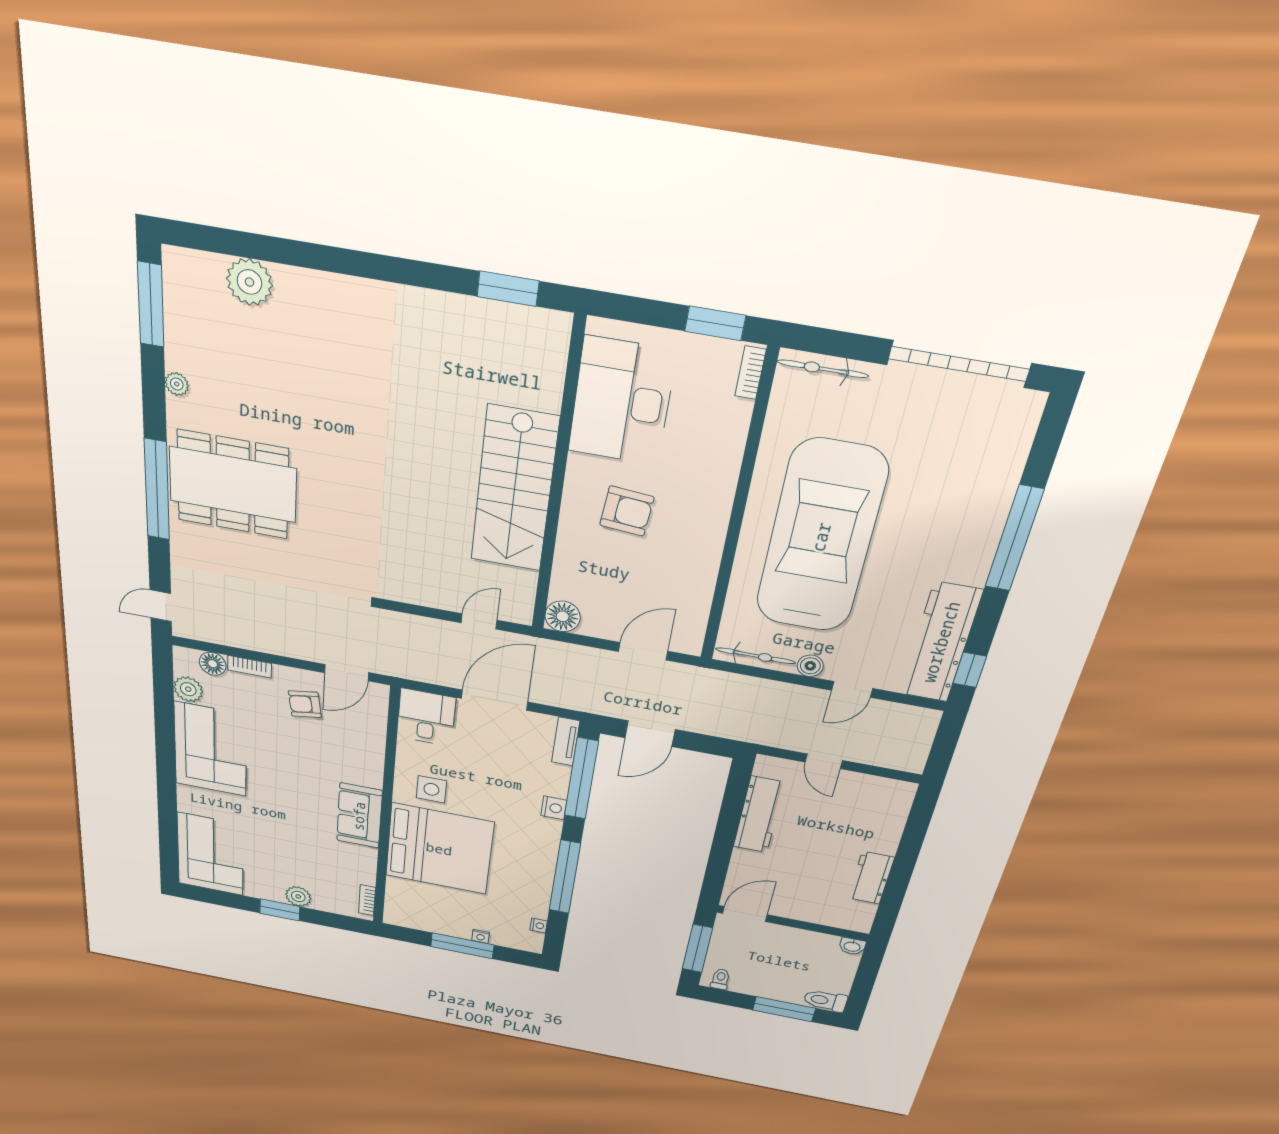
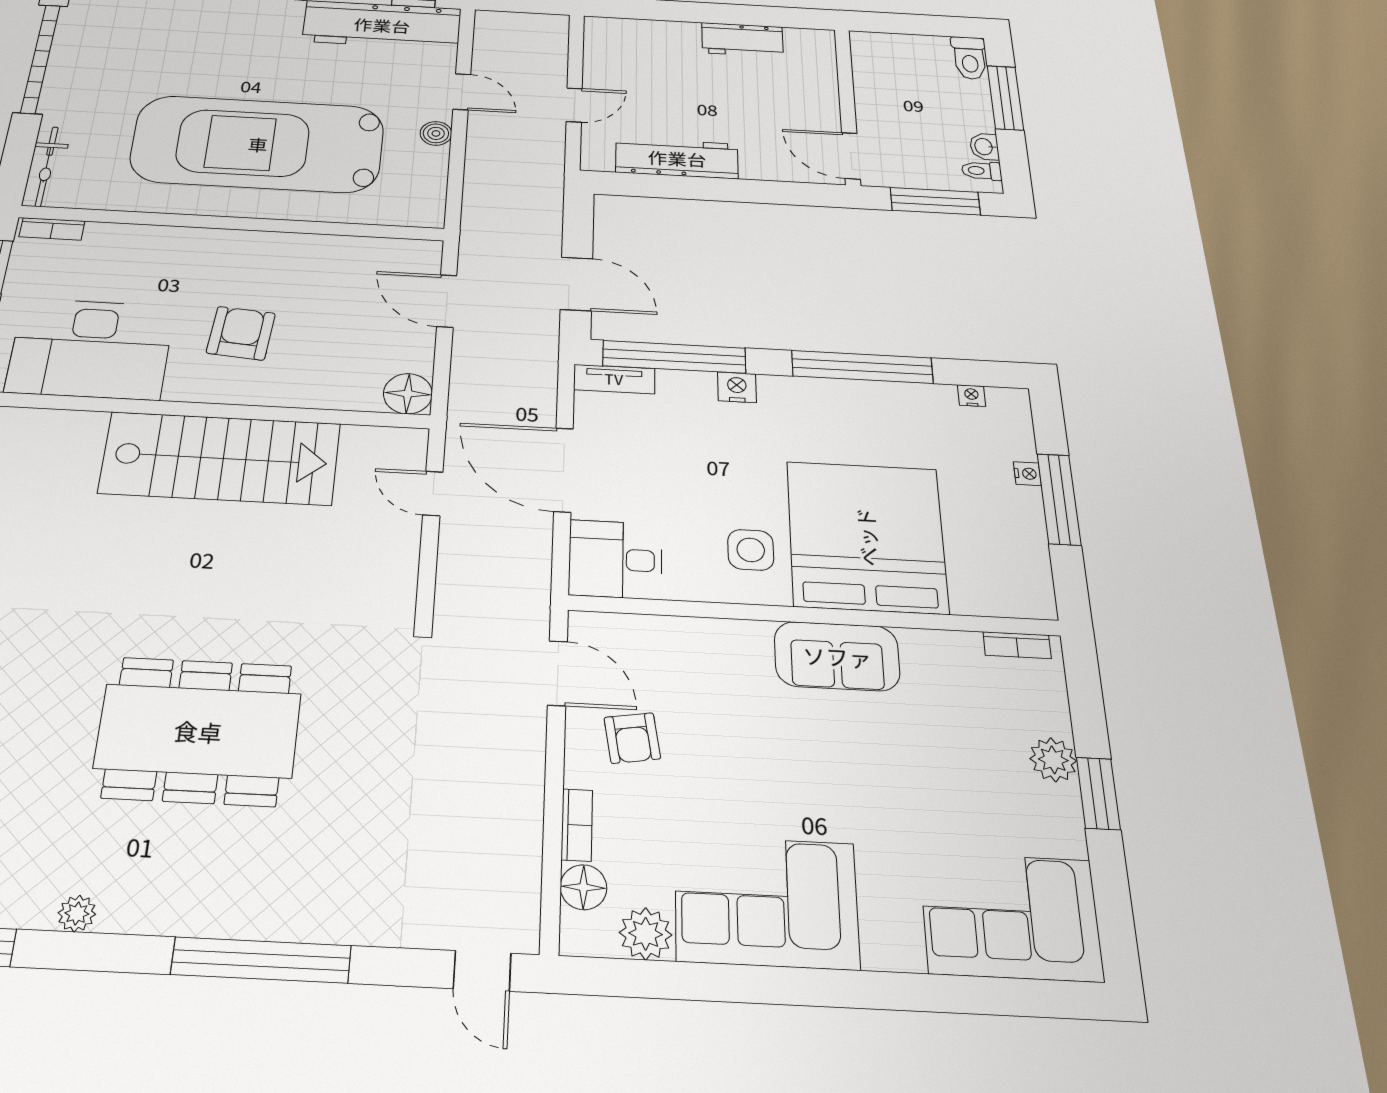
dining table: (233, 485) -> (198, 731), moved, turned 90
bicycle: (756, 656) -> (432, 186), removed
washbasin: (852, 946) -> (984, 147), moved, turned 180

